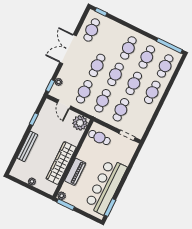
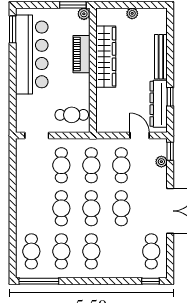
cafe table: (152, 92) -> (31, 208), removed
dresser: (43, 118) -> (159, 104), added
plant: (80, 123) -> (107, 122), removed

